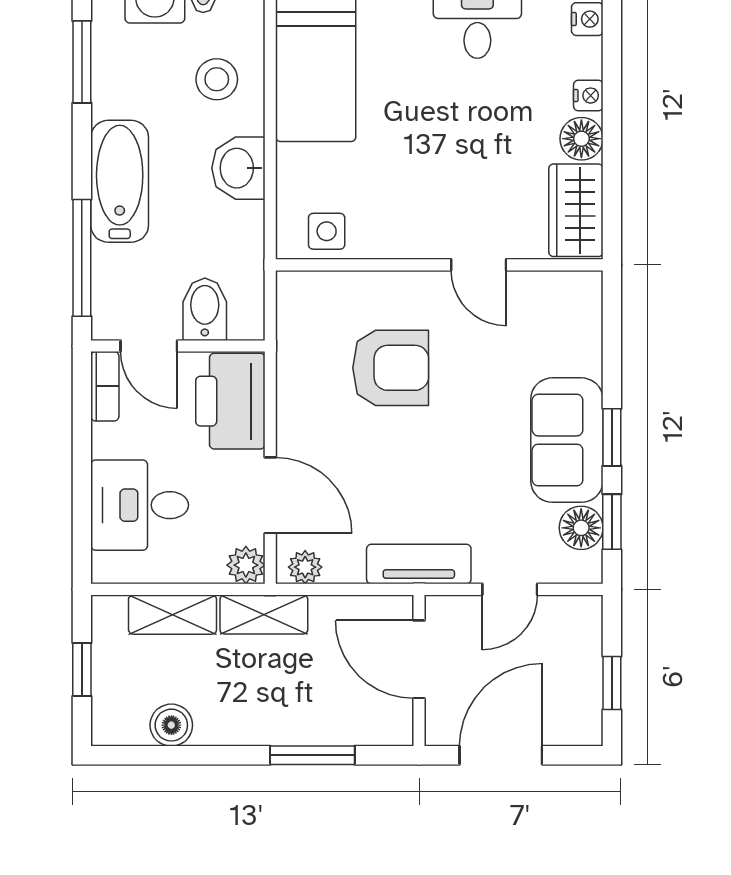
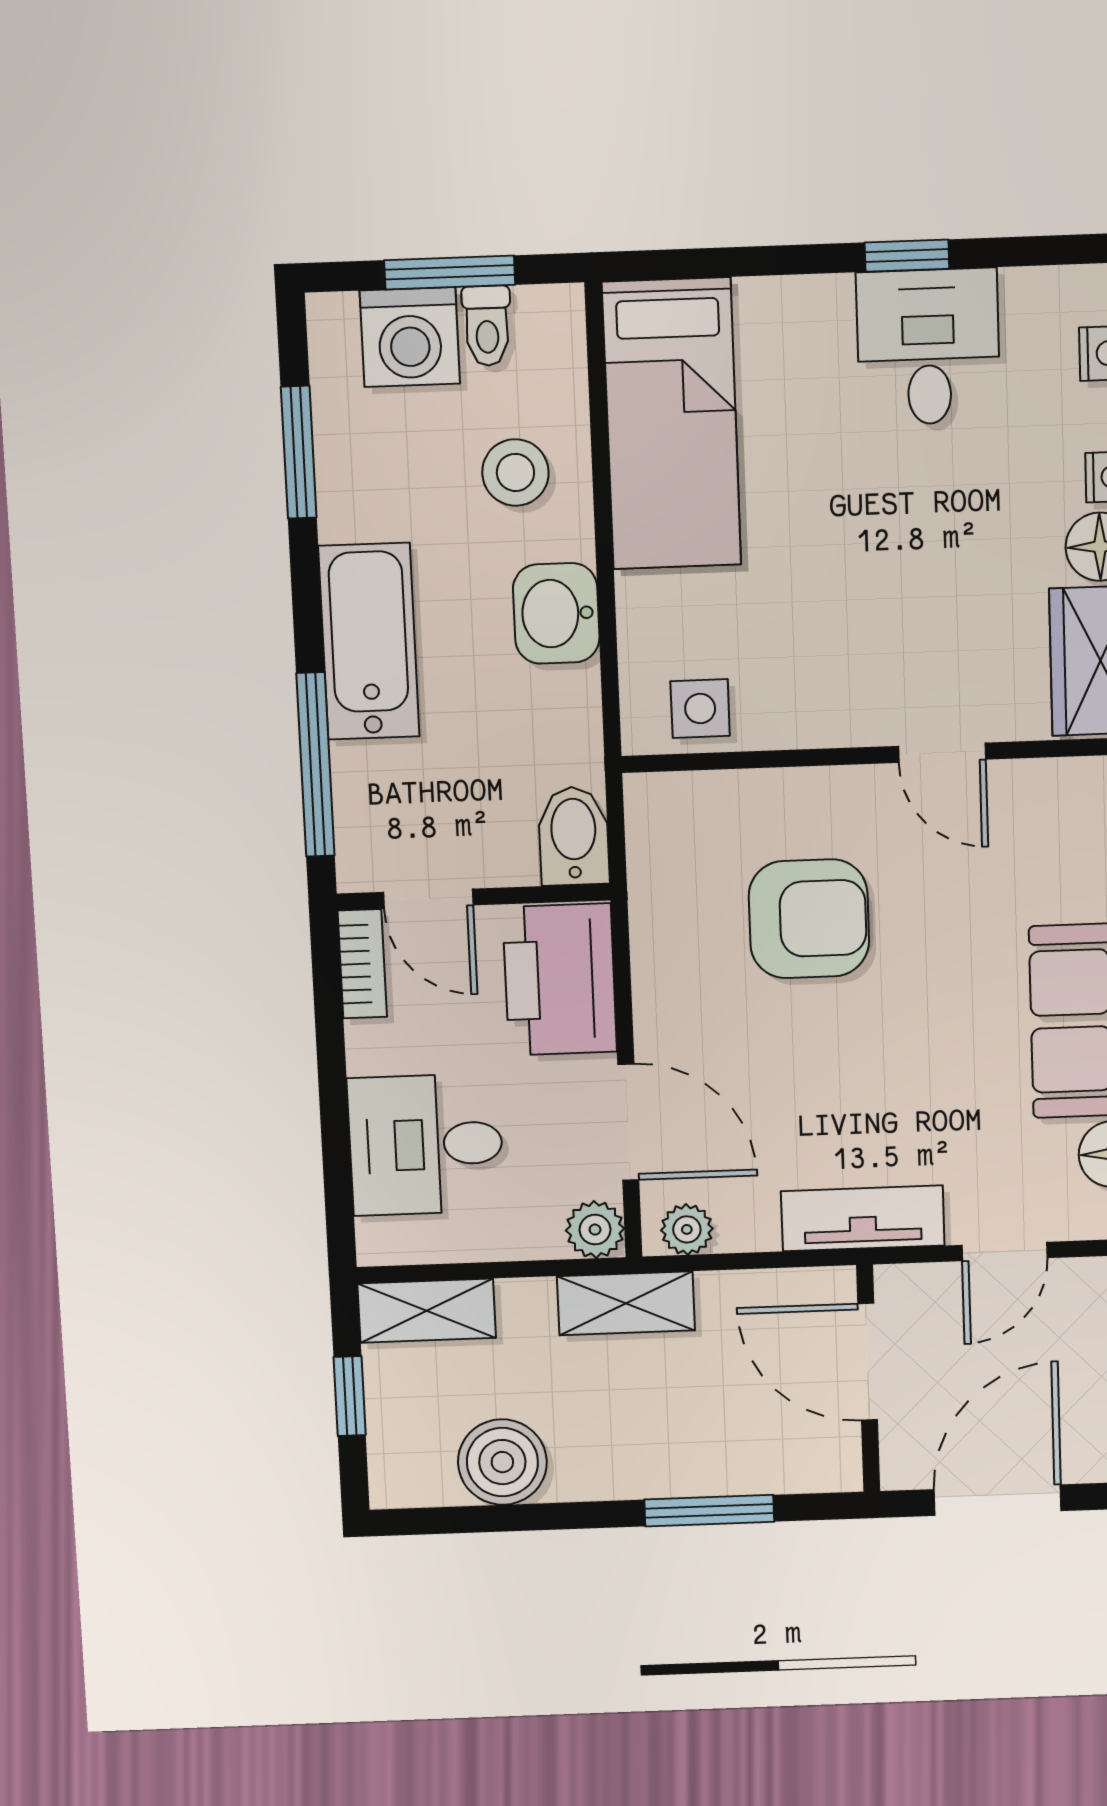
bidet: (205, 309) -> (574, 836), moved
shelving: (173, 615) -> (427, 1311), moved
boiler: (171, 725) -> (502, 1462), width x1.36, depth x1.36

